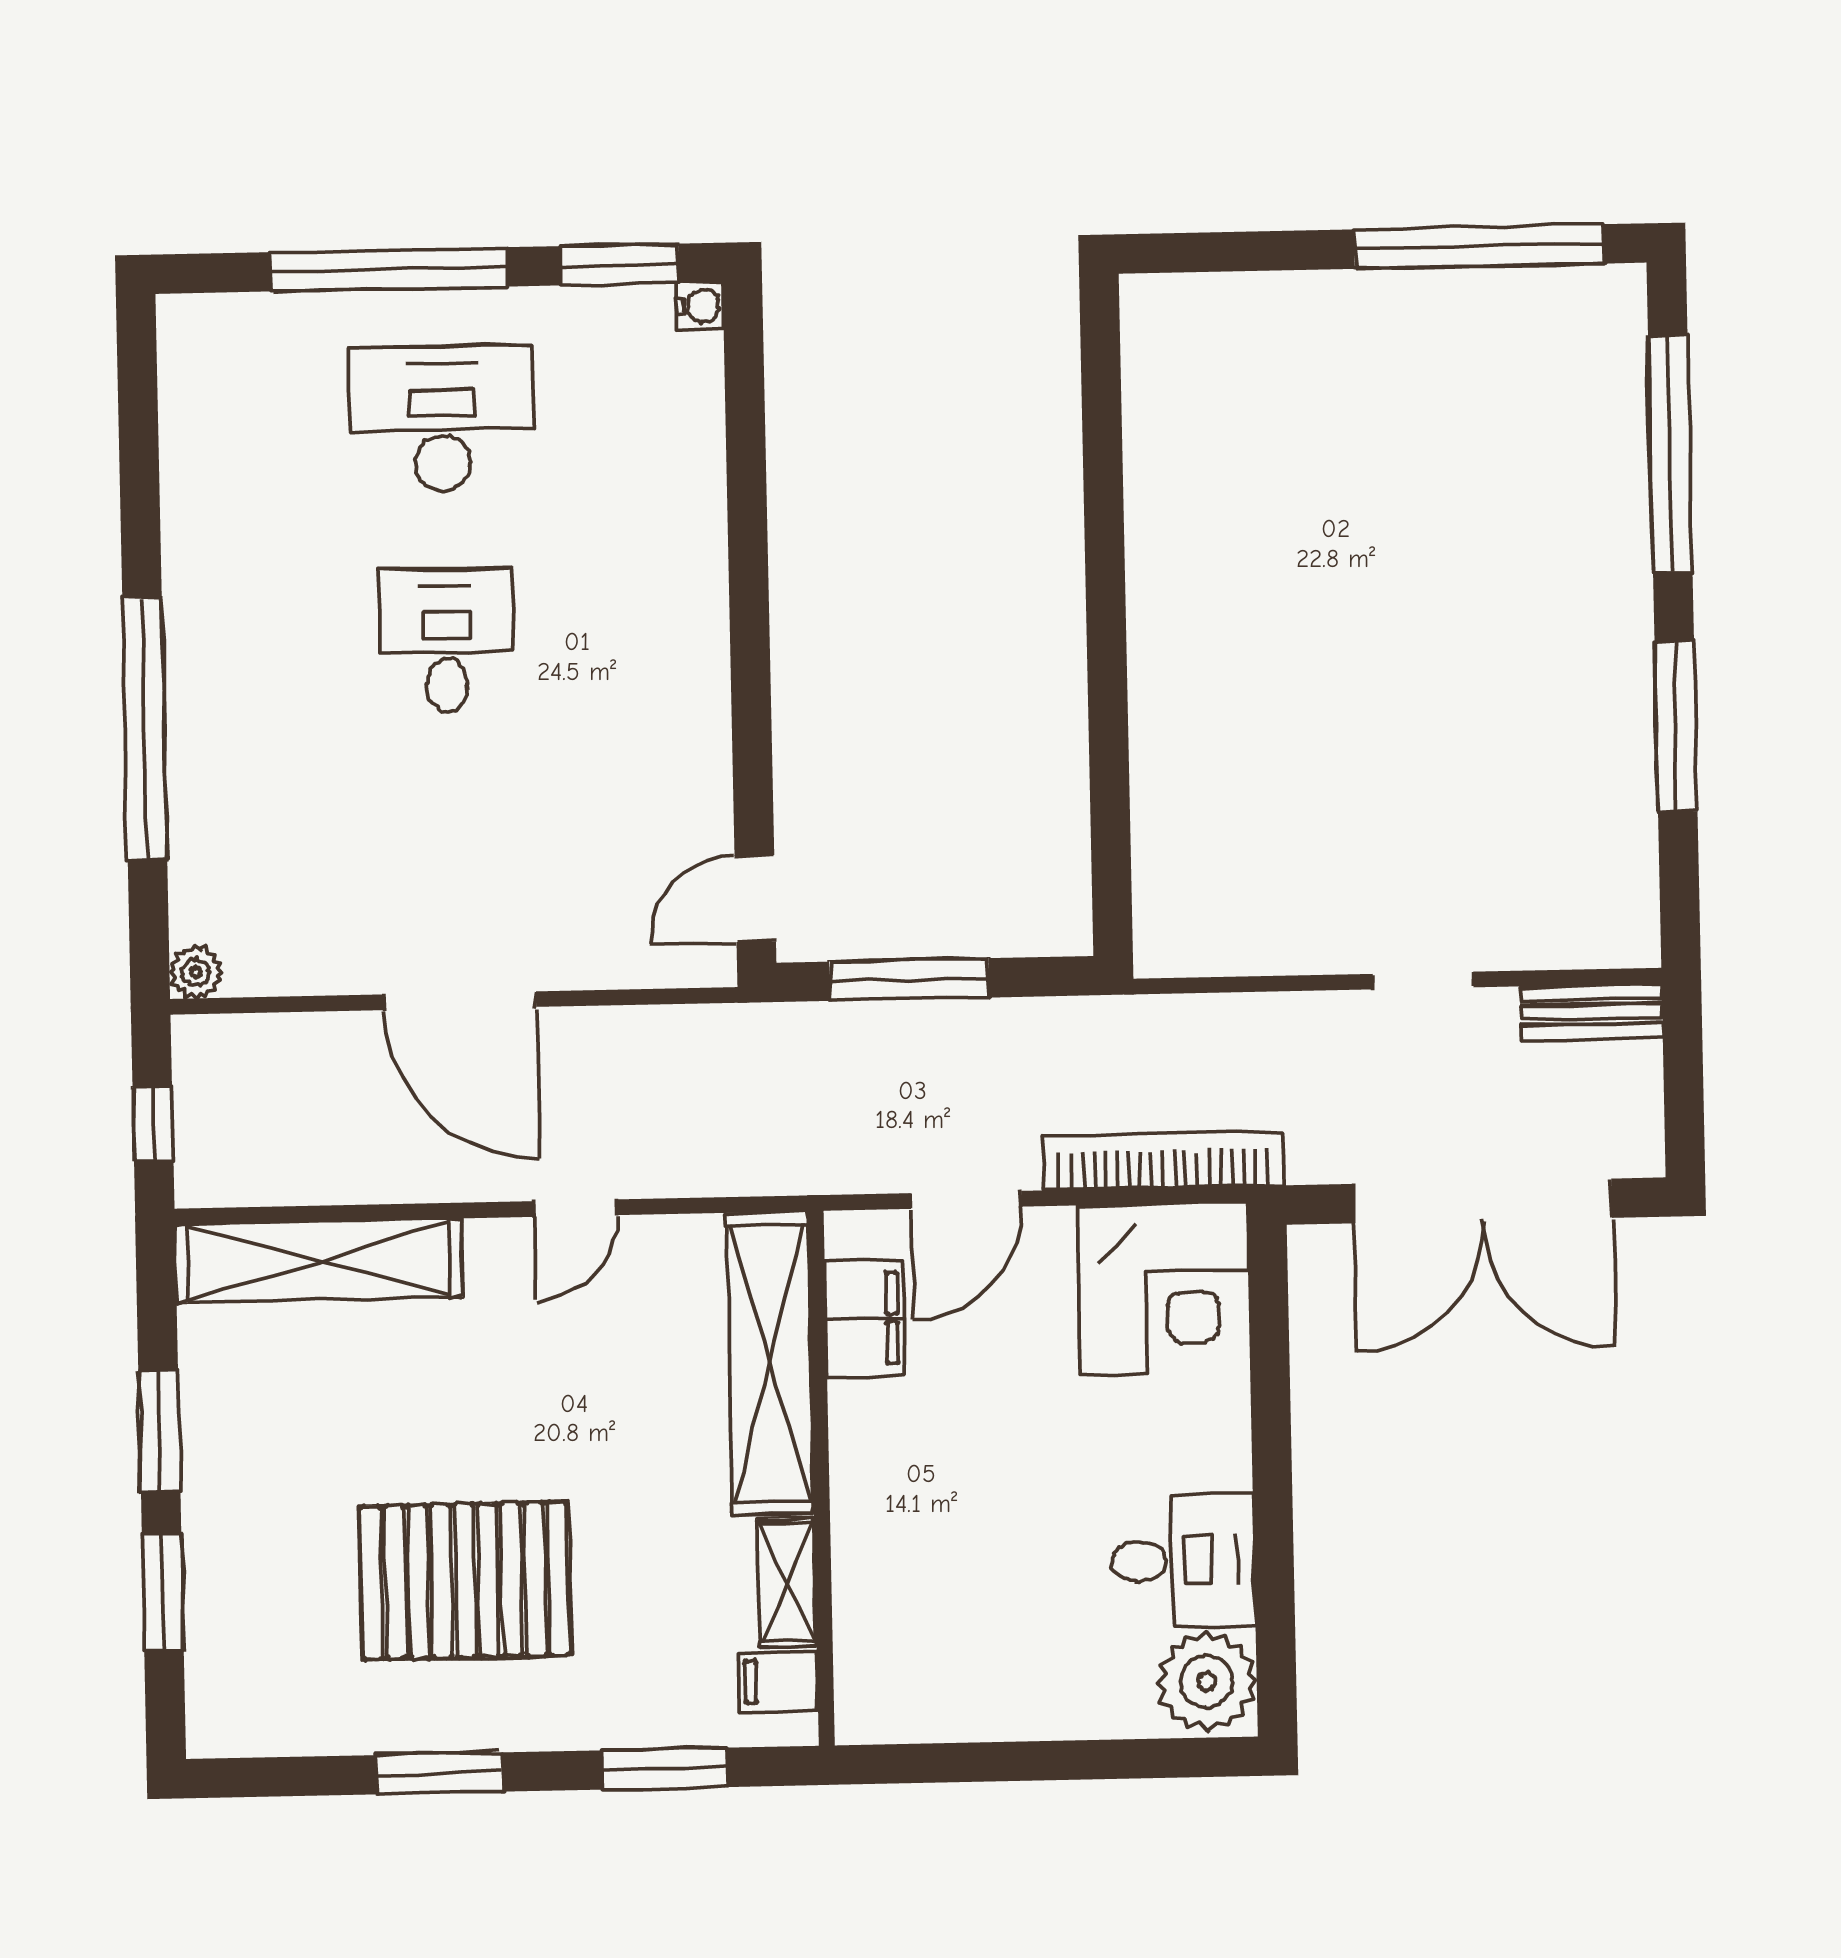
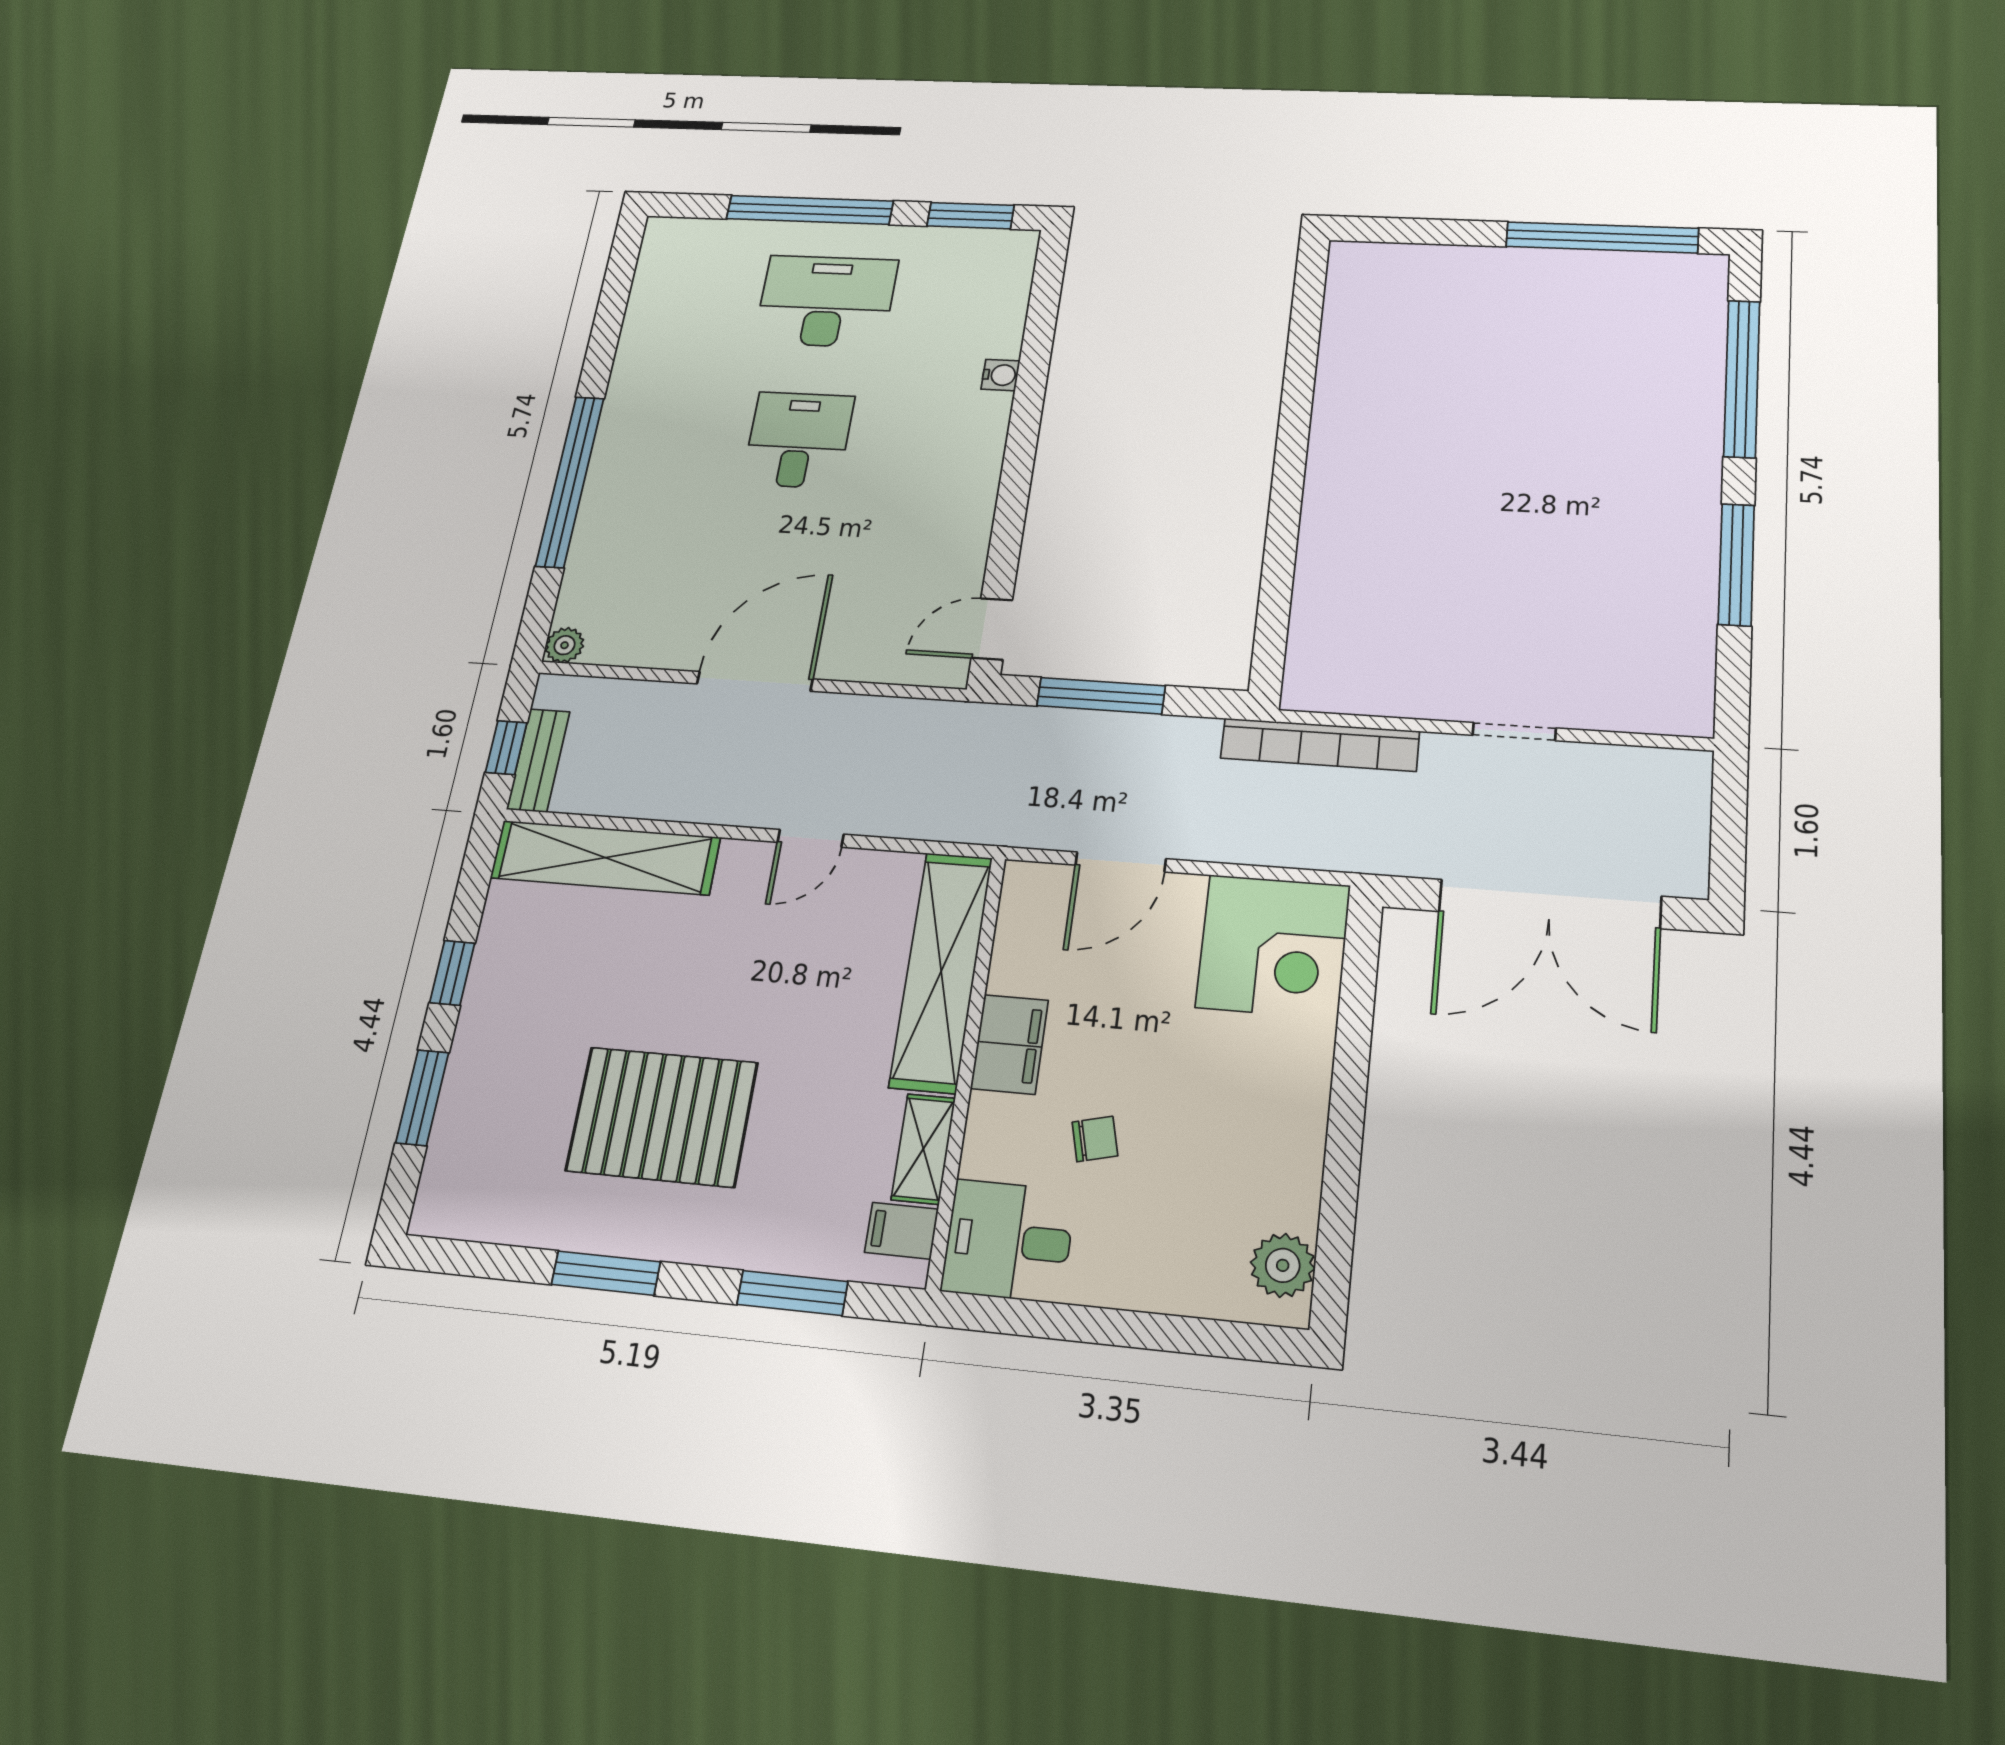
water cooler: (700, 306) -> (1001, 375), moved
door: (460, 1001) -> (755, 681), swing flipped
bench: (1592, 1012) -> (538, 760), moved, turned 90
bookcase: (1163, 1161) -> (1320, 745), moved, turned 180
filing cabinet: (865, 1319) -> (1009, 1044), moved
window: (159, 1431) -> (452, 973), width x0.67
chair: (986, 1547) -> (1095, 1139), added
desk: (1183, 1561) -> (1008, 1241), moved, turned 180
plant: (1207, 1681) -> (1283, 1265), width x0.73, depth x0.73

